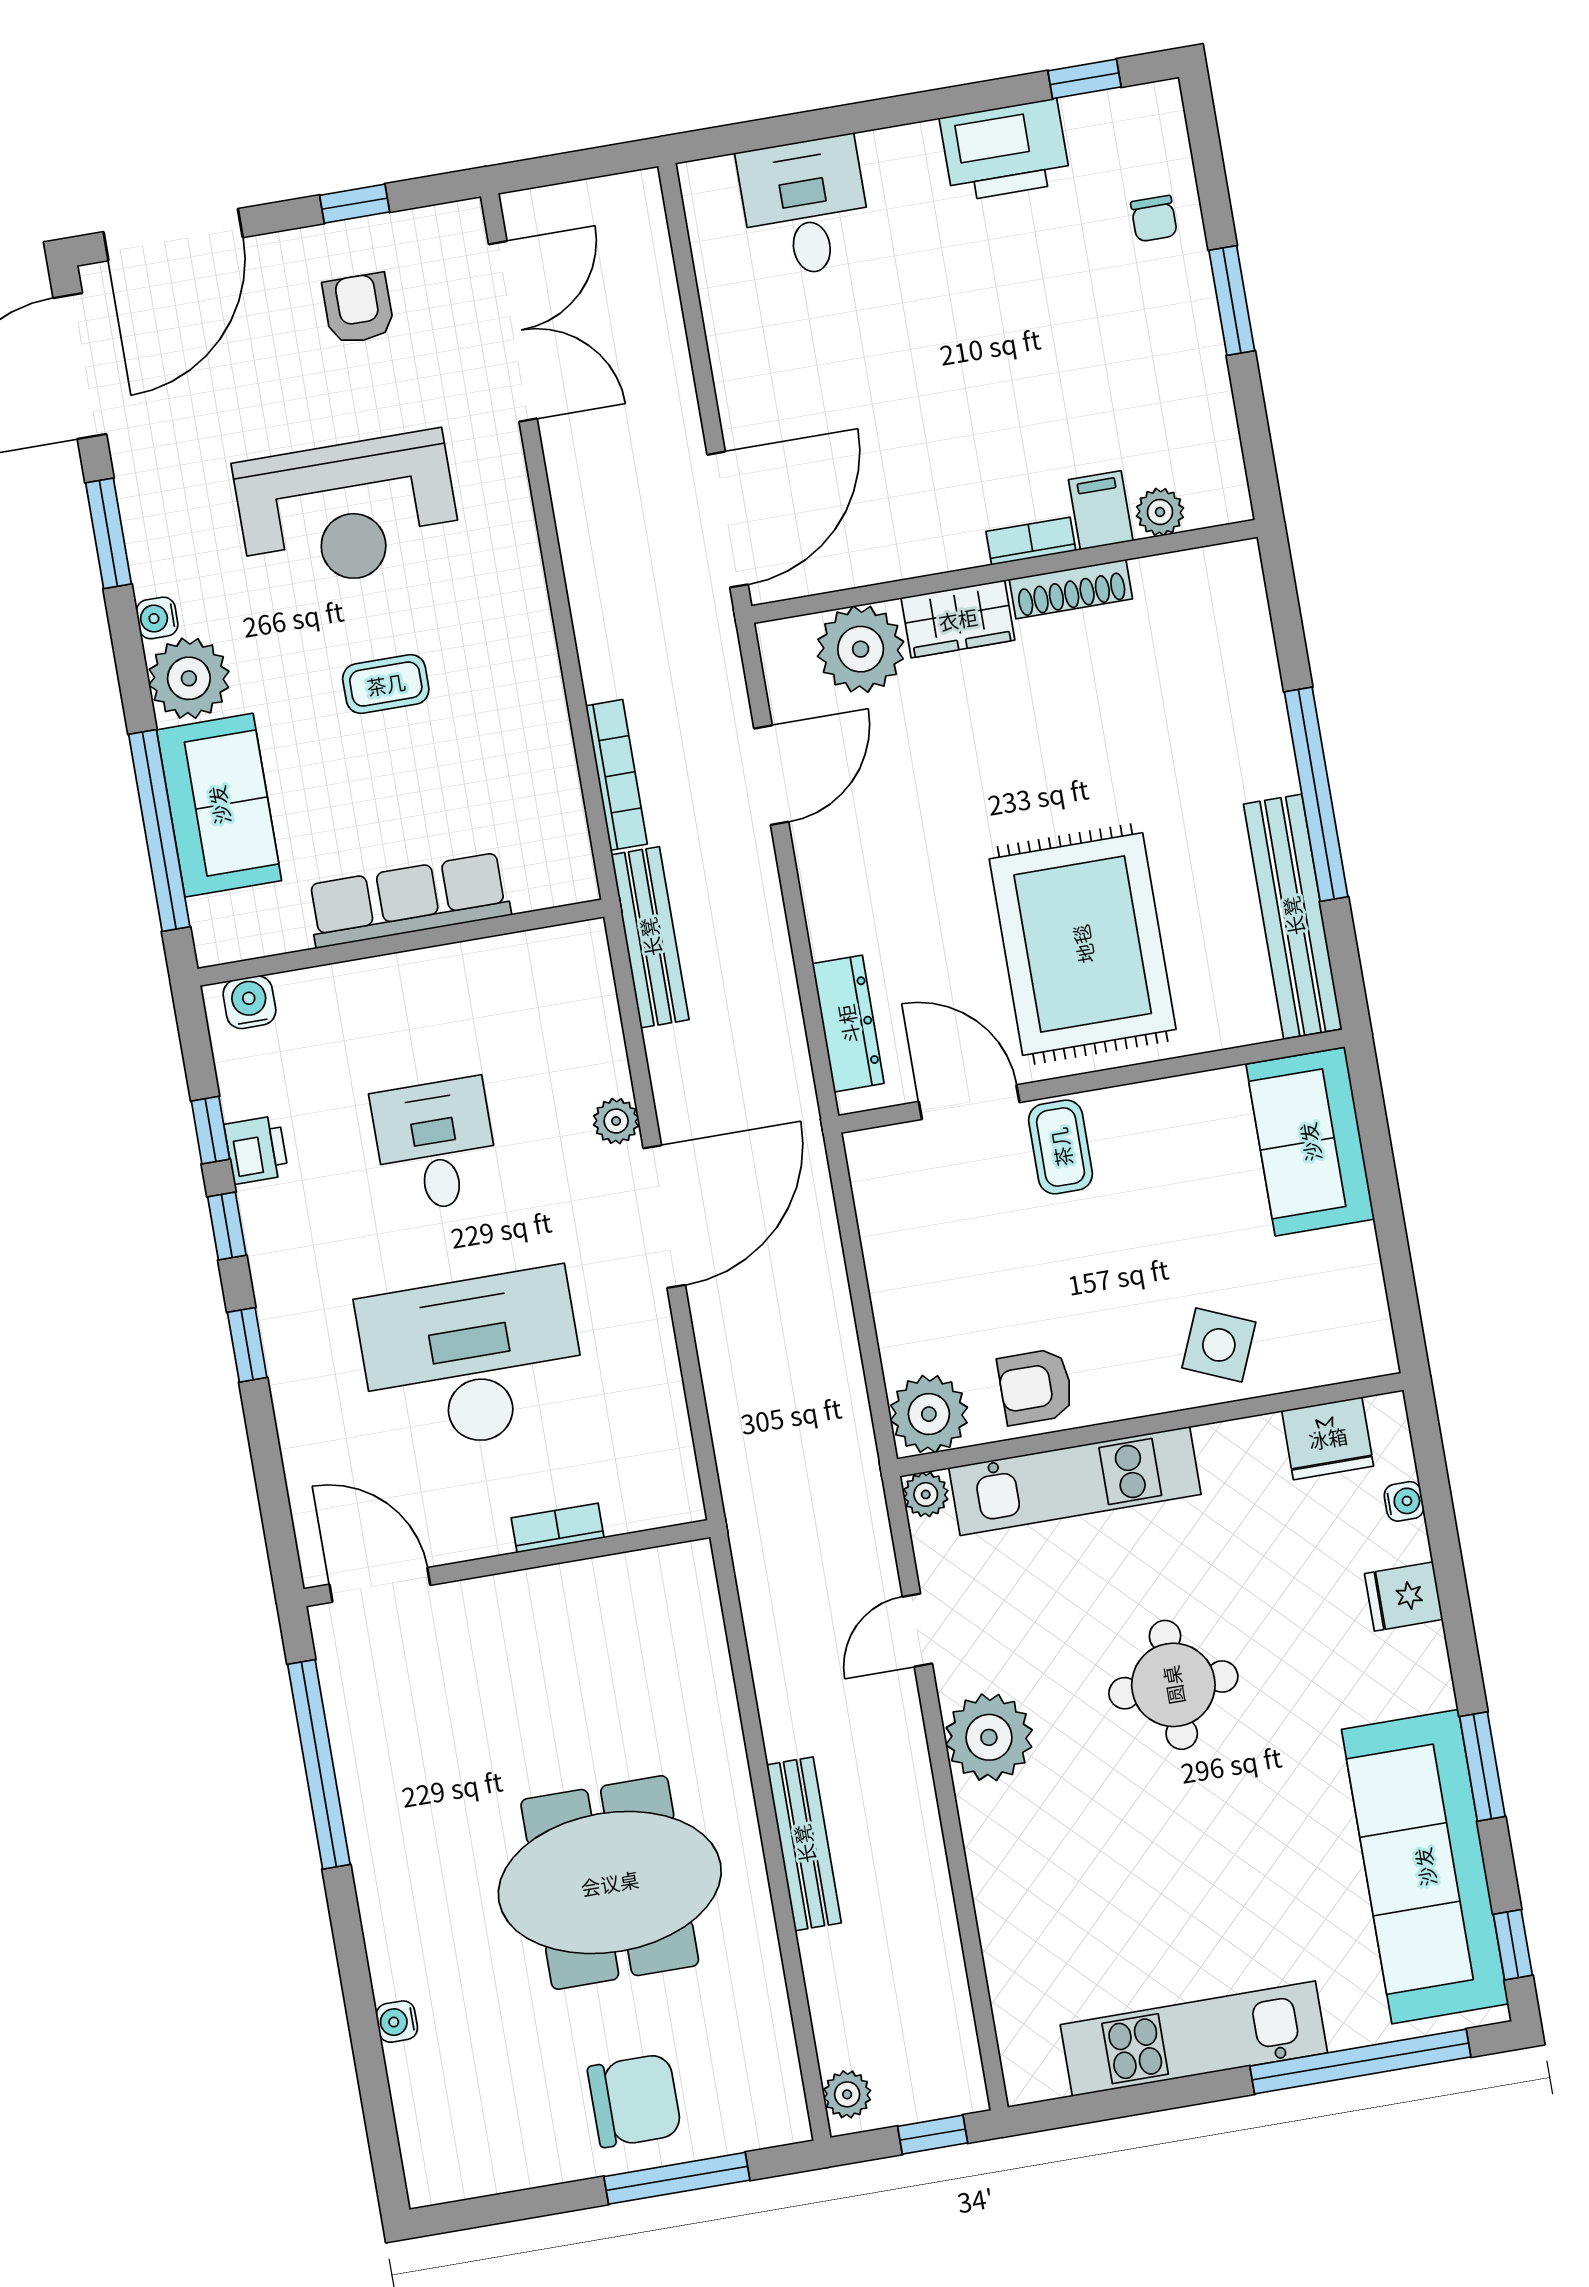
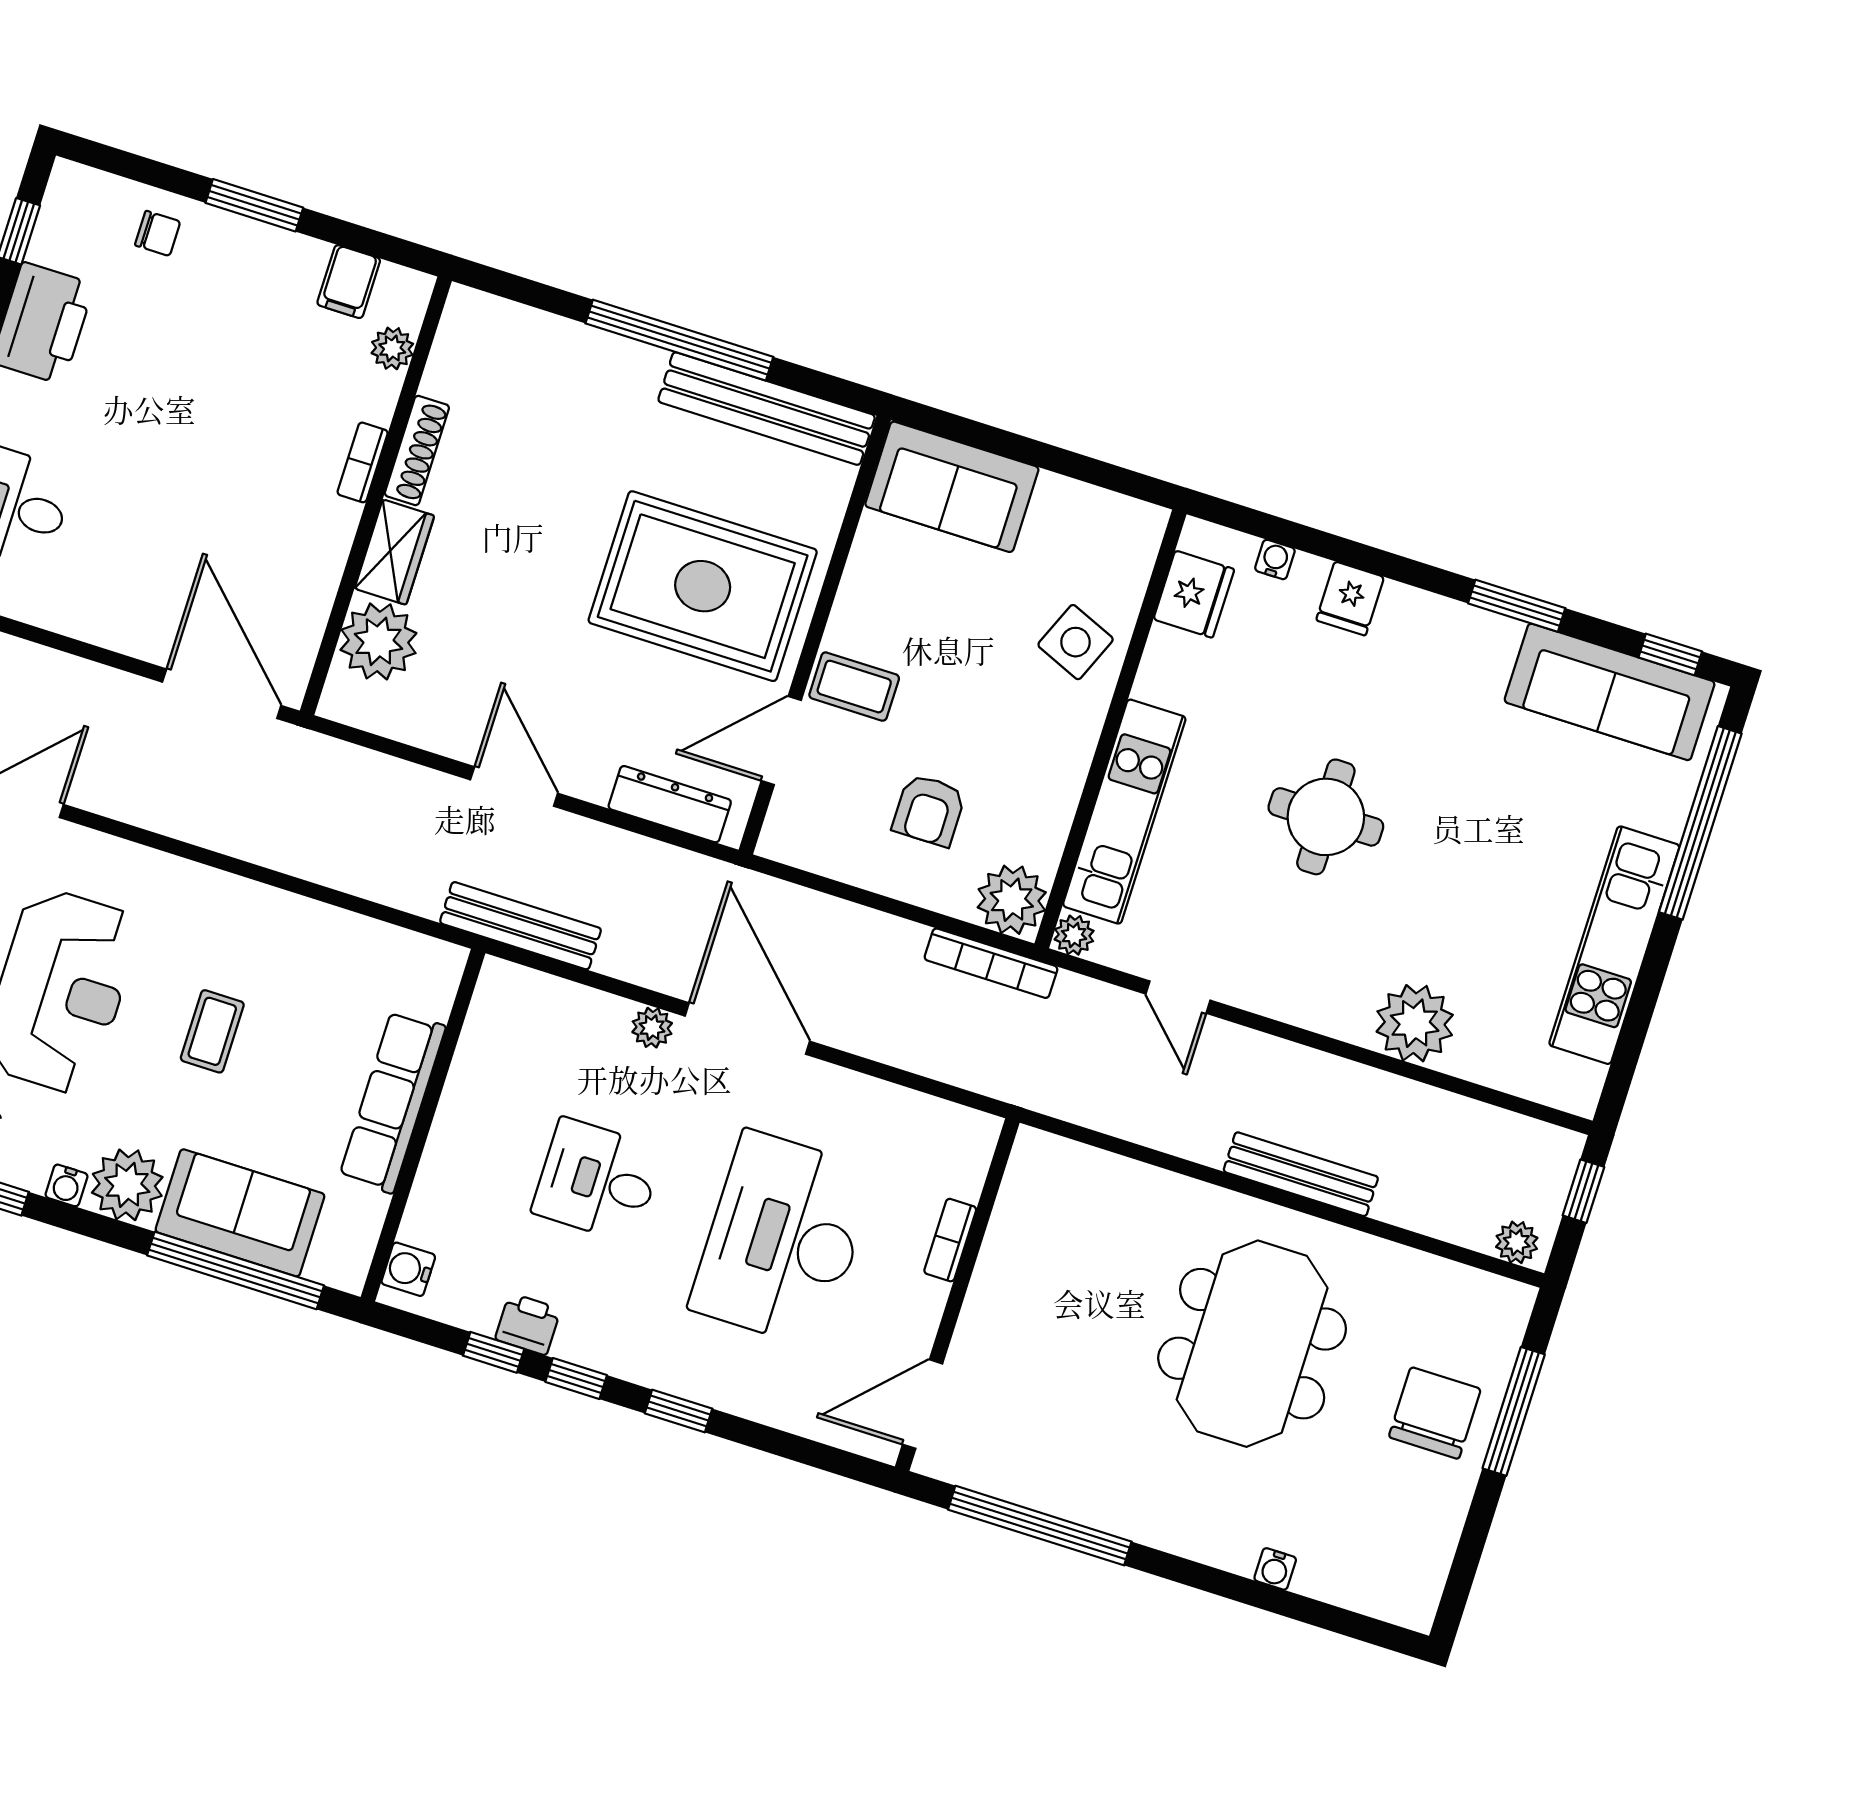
filing cabinet: (1101, 510) -> (349, 282), moved, turned -90
bookcase: (616, 775) -> (991, 963), moved, turned 180
door: (771, 775) -> (514, 786), moved
armchair: (1035, 1387) -> (929, 810), moved
plant: (989, 1737) -> (1415, 1023), moved
sofa: (1425, 1867) -> (1610, 692), width x0.74, depth x0.79

